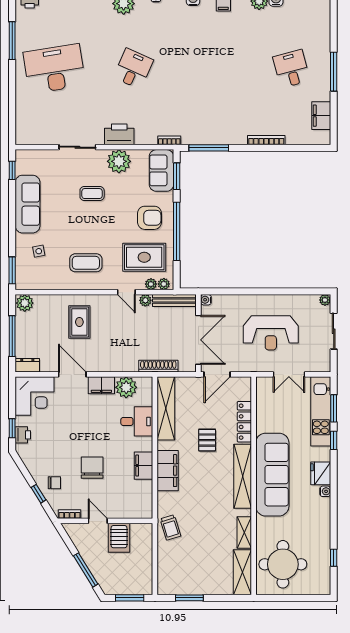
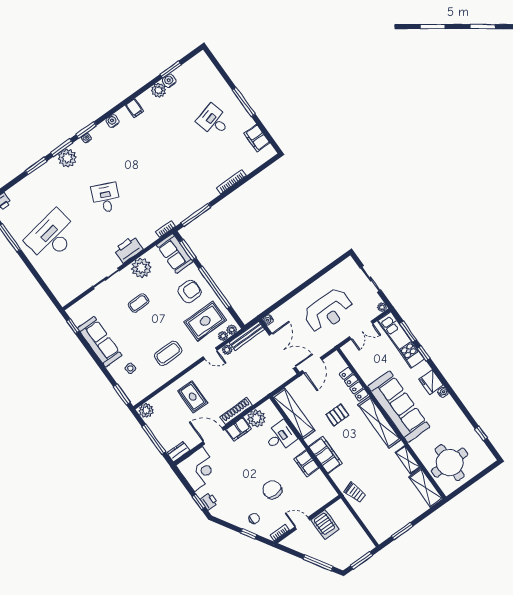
plant: (325, 300) -> (382, 307), moved
shoe rack: (158, 366) -> (236, 411), moved
pallet: (207, 440) -> (337, 415), turned 90

